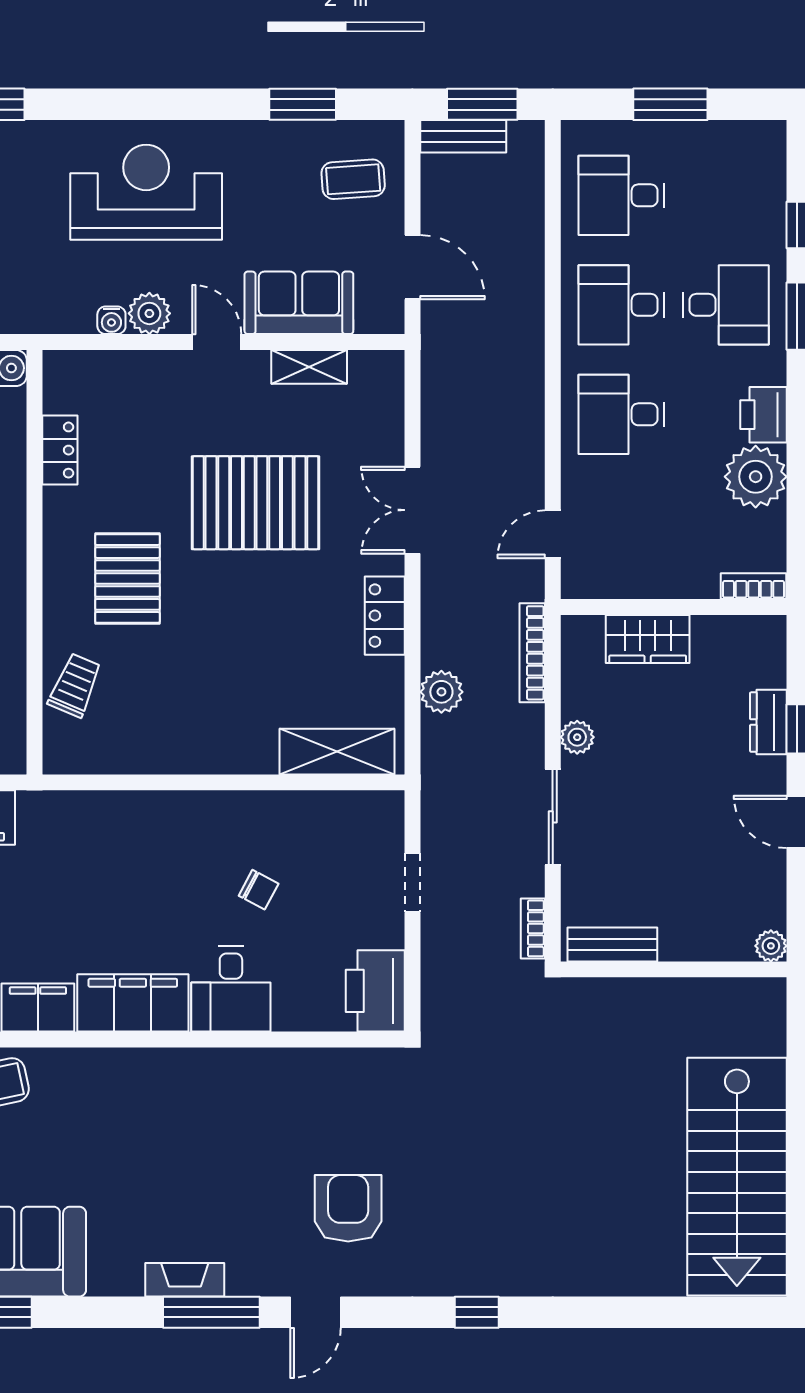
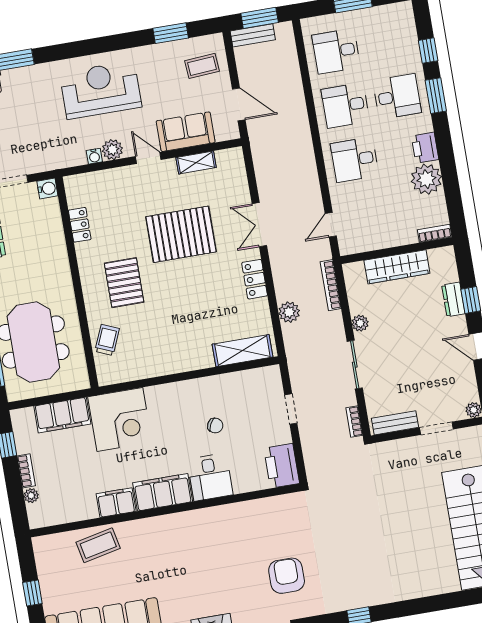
wardrobe: (648, 639) -> (397, 267), width x1.50
corner desk: (73, 846) -> (120, 419), added
doorway: (692, 969) -> (436, 428), added

